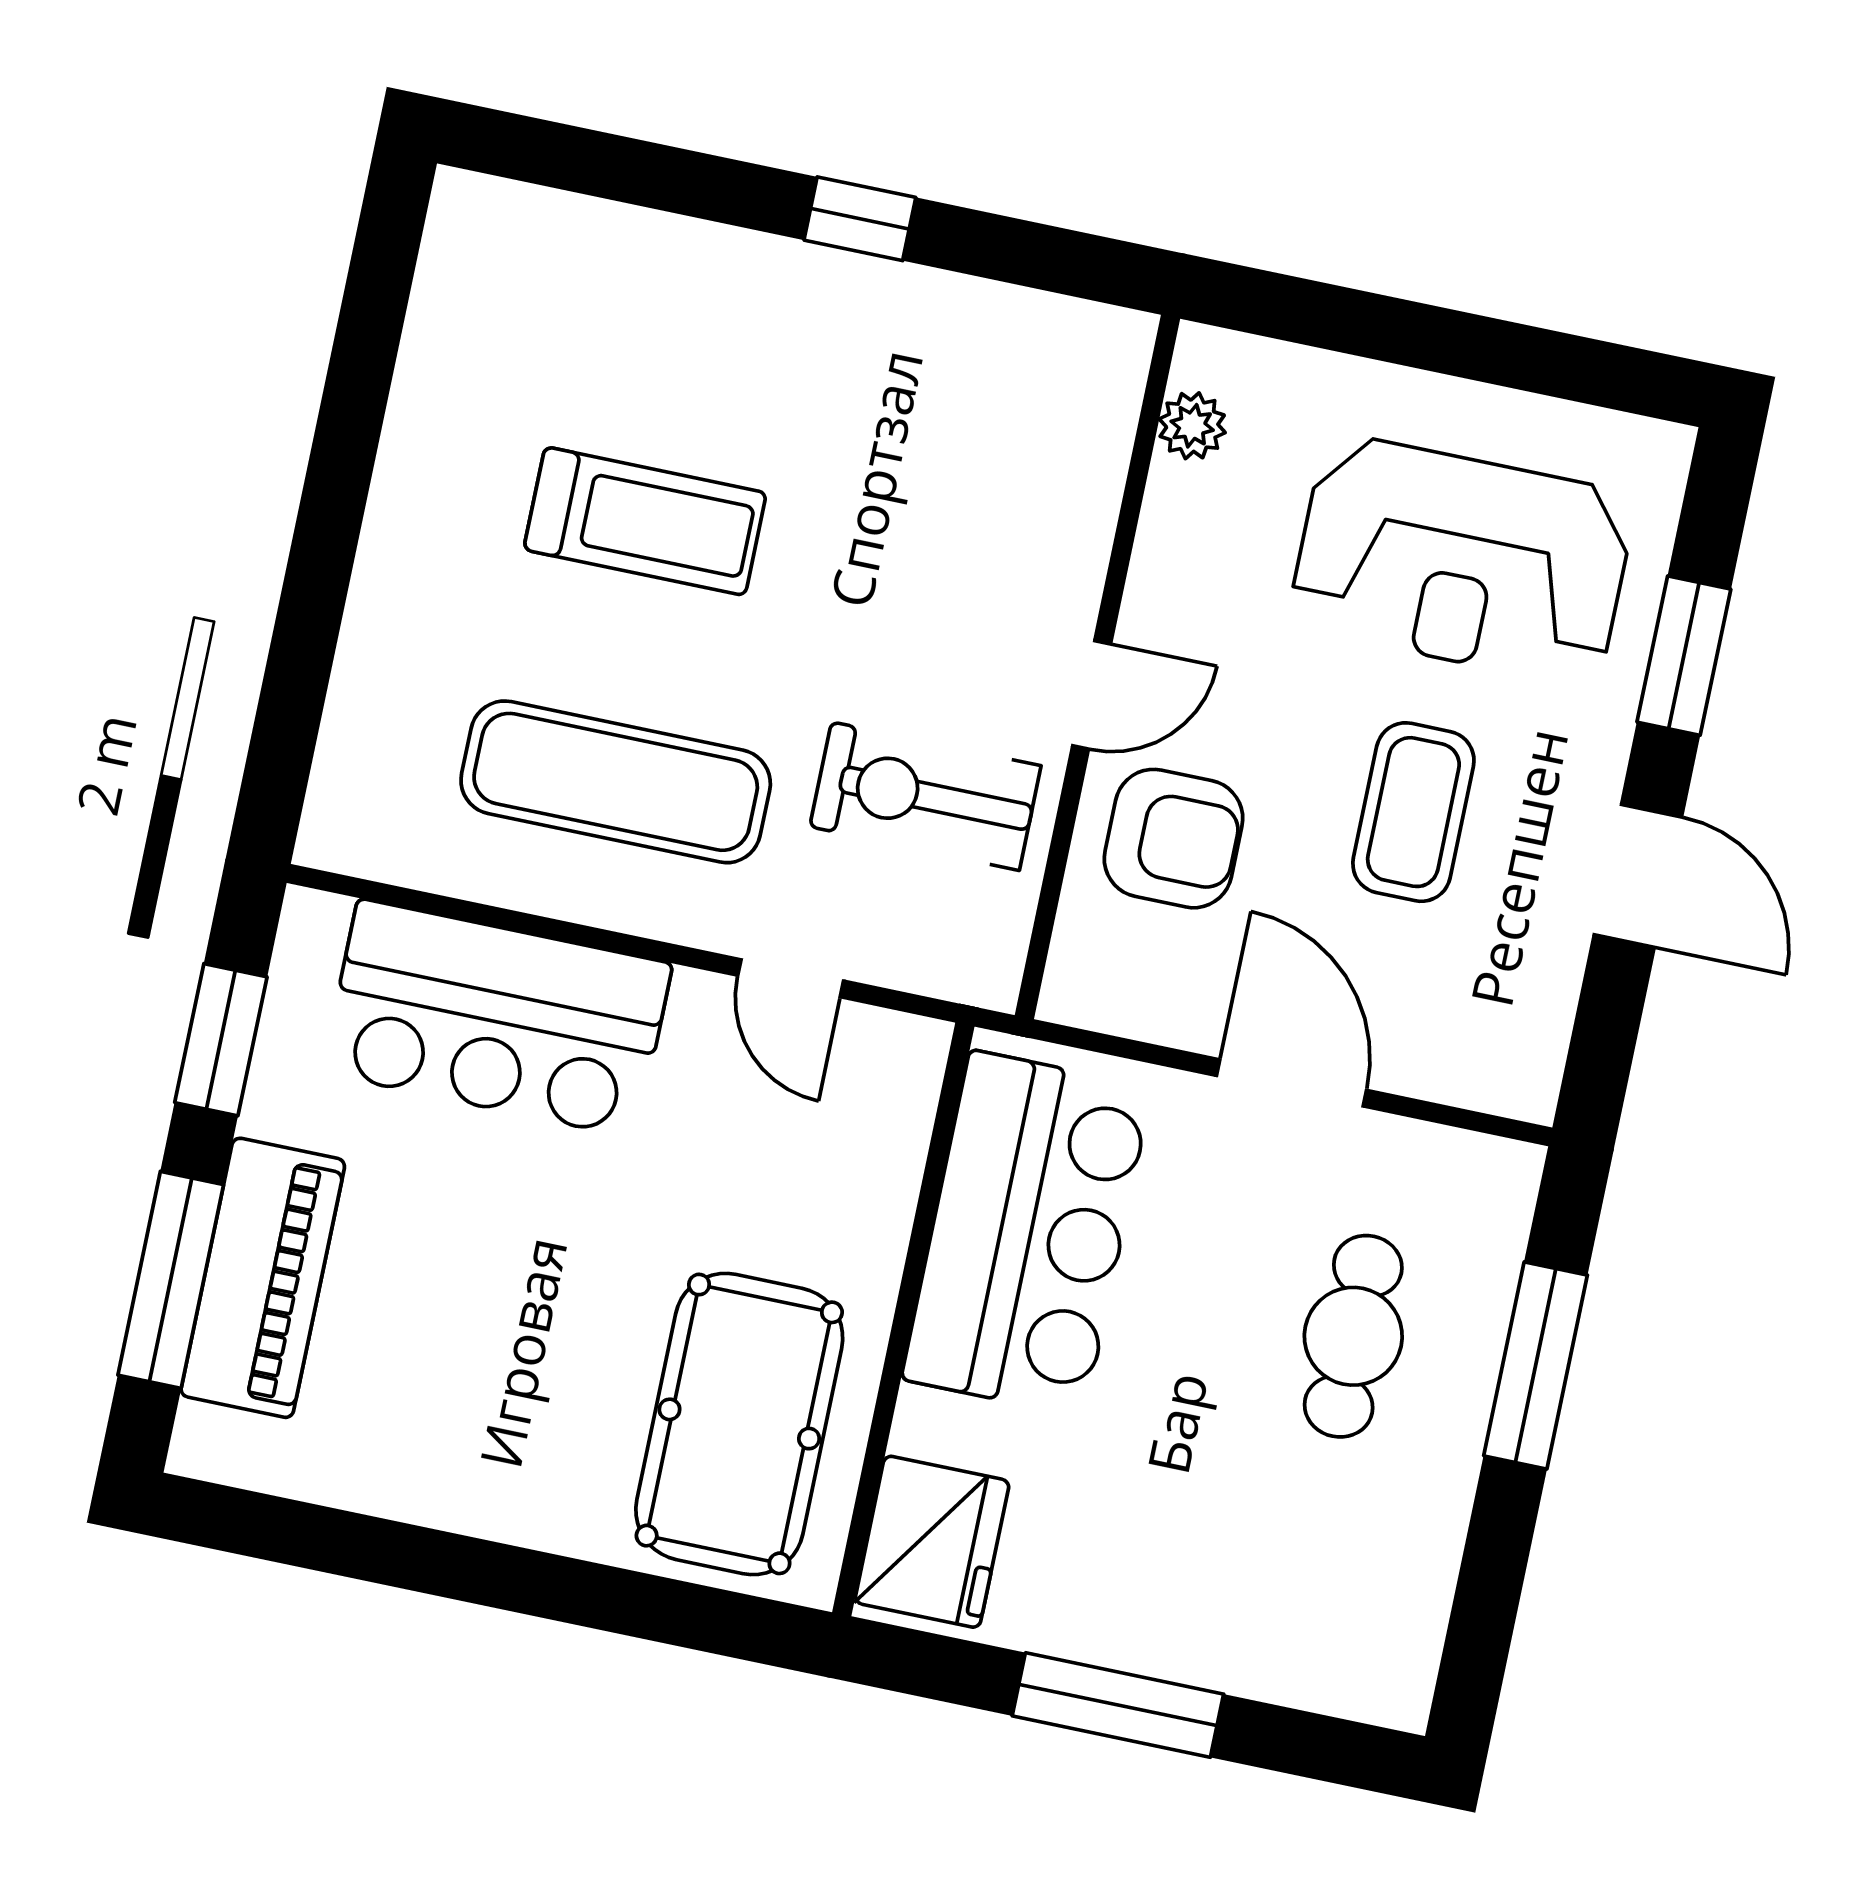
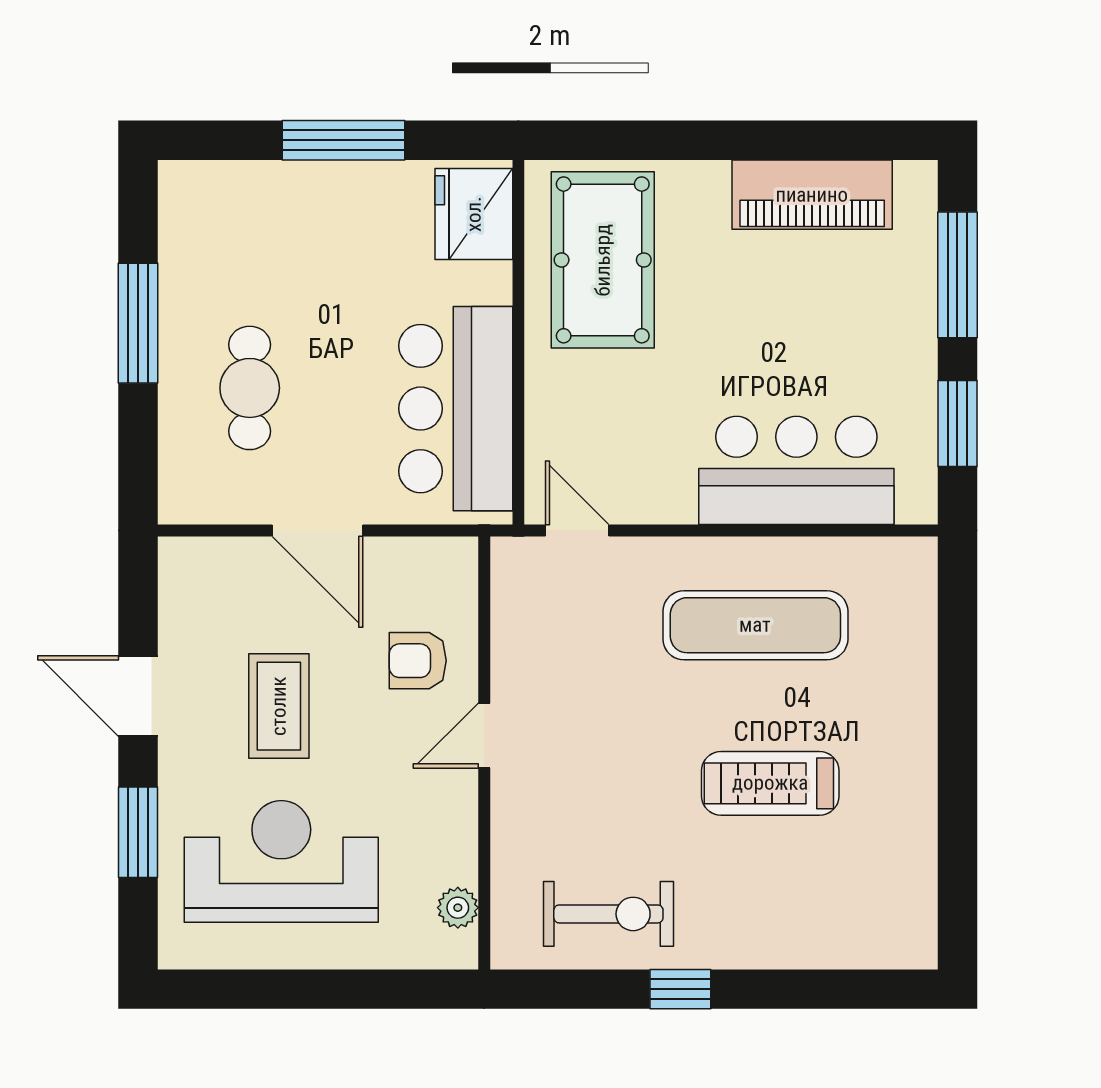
exercise bike: (925, 796) -> (608, 914), moved
armchair: (1173, 839) -> (418, 661), width x0.72, depth x0.72
door: (791, 978) -> (577, 530), moved
piano: (263, 1278) -> (812, 195), moved, turned -90
window: (1536, 1365) -> (138, 323), moved

